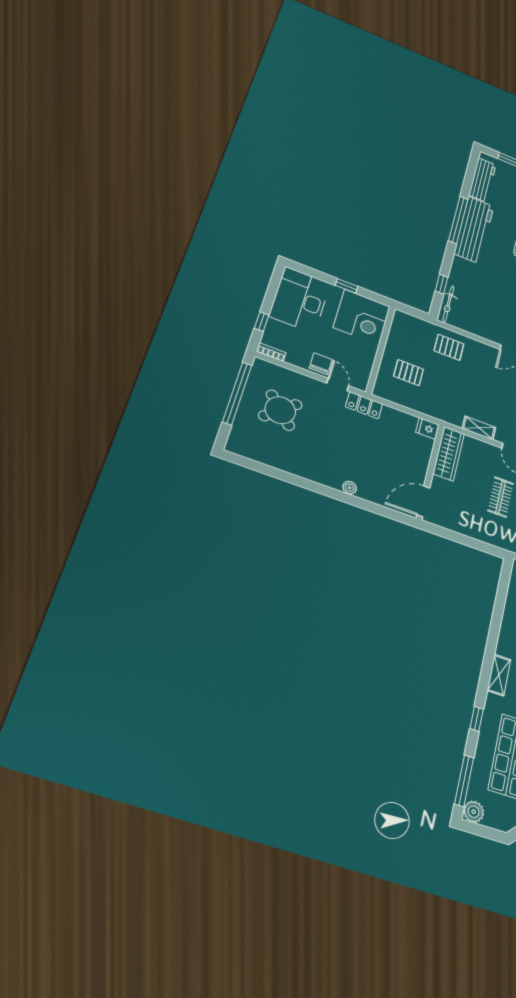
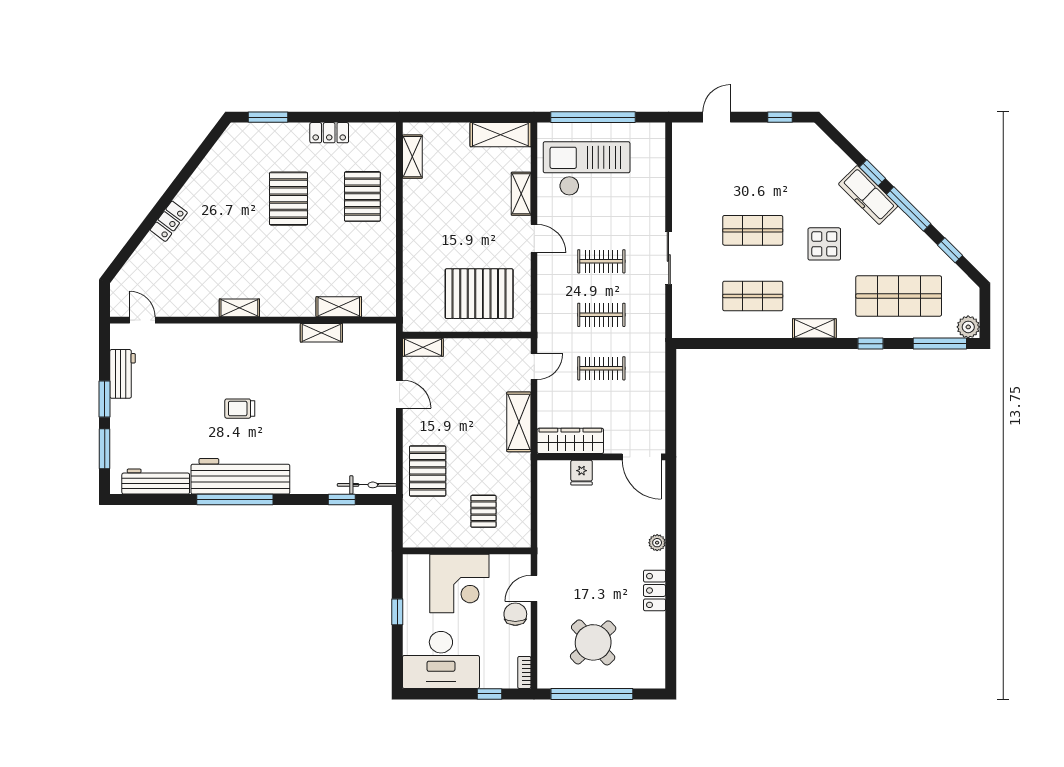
corner desk: (362, 317) -> (459, 583), moved, turned 90
pallet: (449, 347) -> (428, 471), width x1.50, depth x1.42
chair: (321, 364) -> (515, 614), turned 90
locker: (364, 405) -> (655, 590), moved, turned 180
fridge: (427, 428) -> (582, 473), moved
shelving: (479, 428) -> (519, 422), width x1.50, depth x1.33

